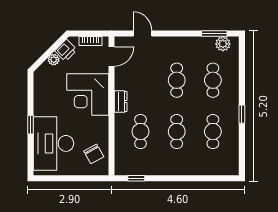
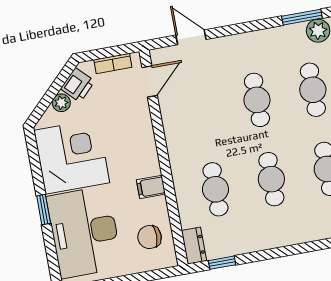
corner desk: (88, 95) -> (72, 156), moved, turned 180
dresser: (121, 102) -> (194, 246), moved
filing cabinet: (100, 123) -> (151, 187), added
chair: (94, 154) -> (150, 237), turned 119

